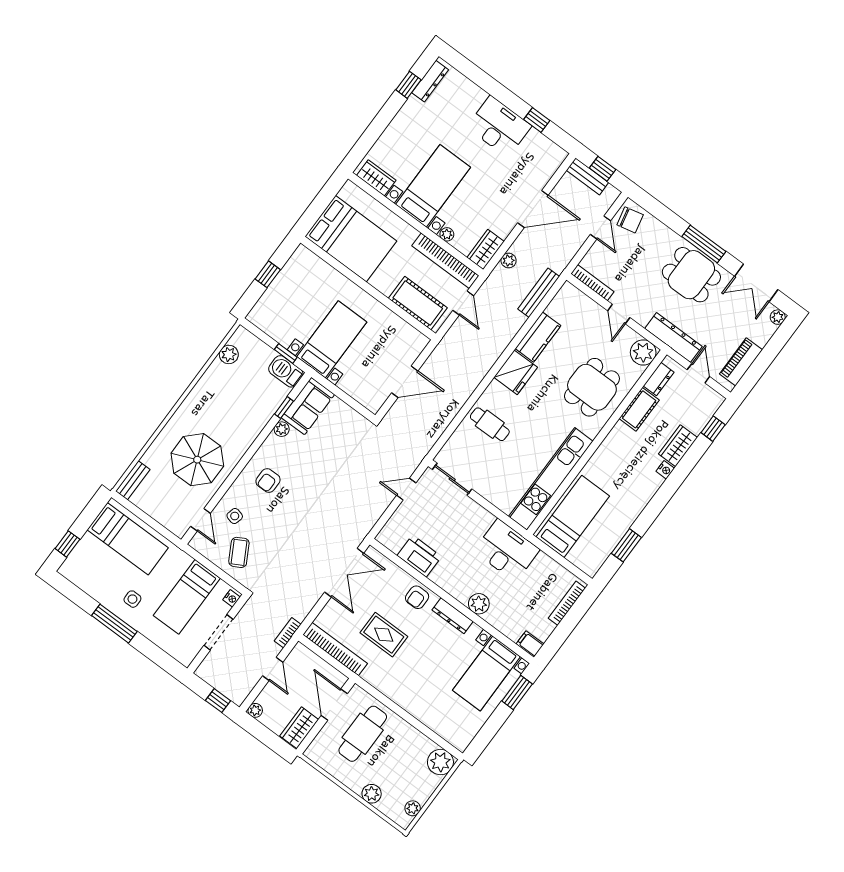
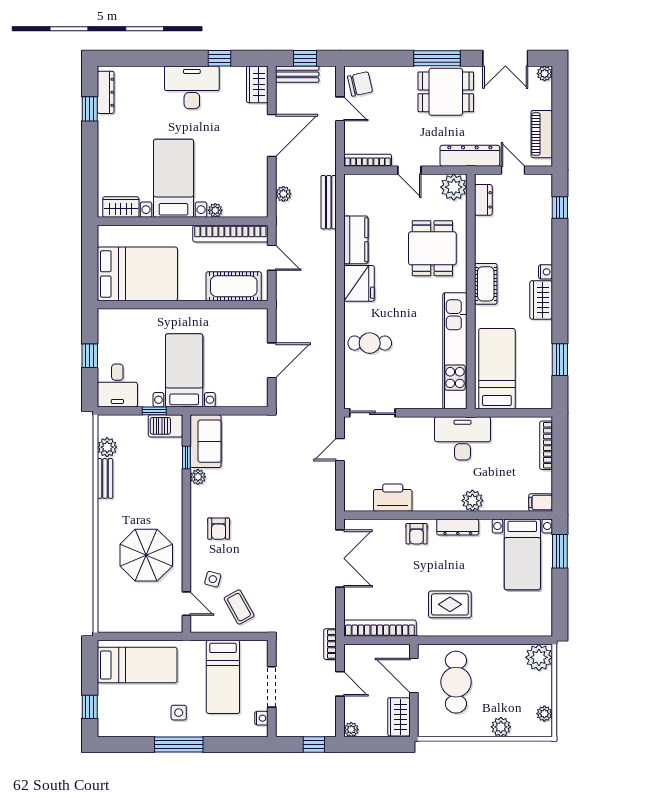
wardrobe: (486, 250) -> (257, 84), moved
desk: (272, 313) -> (117, 386), added
cot: (639, 409) -> (486, 284), moved
wardrobe: (678, 446) -> (541, 300), moved
bench: (133, 480) -> (105, 478), moved
nightstand: (231, 598) -> (261, 718), moved
rug: (384, 635) -> (450, 604), moved

